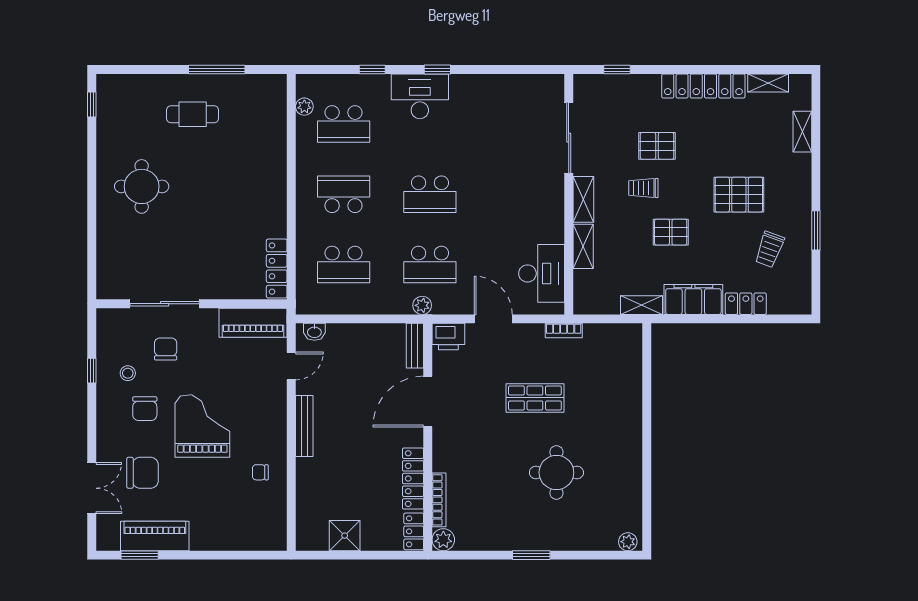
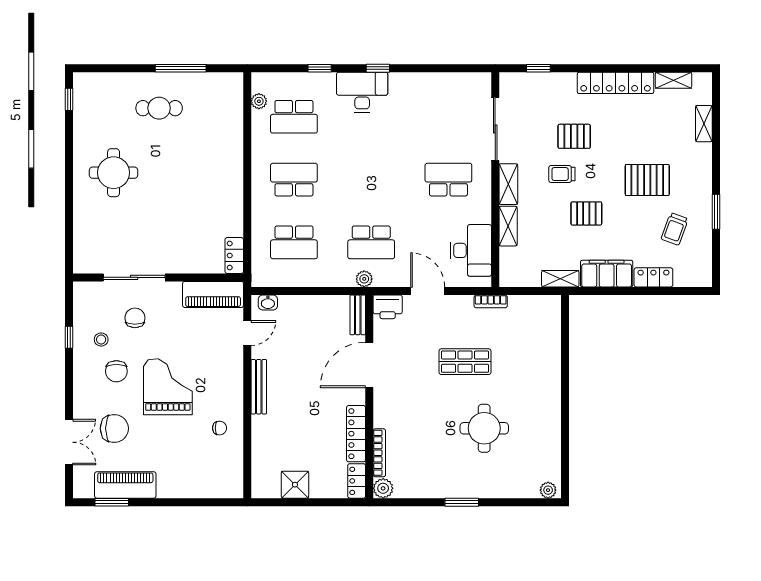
school desk: (430, 194) -> (448, 180), moved, turned 180
locker: (277, 269) -> (234, 255), width x0.66
chair: (260, 472) -> (220, 428), turned 180

